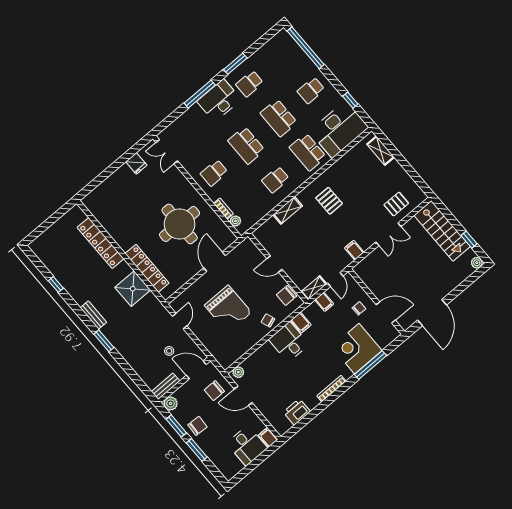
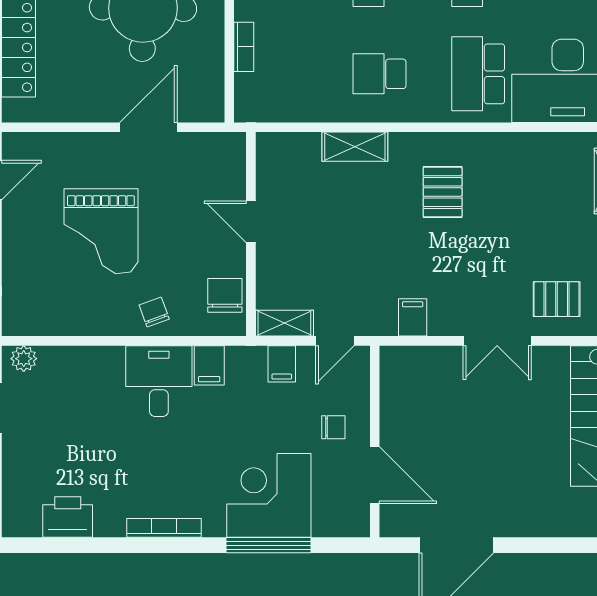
plant: (235, 221) -> (246, 87), removed
chair: (287, 295) -> (225, 295), turned 90

